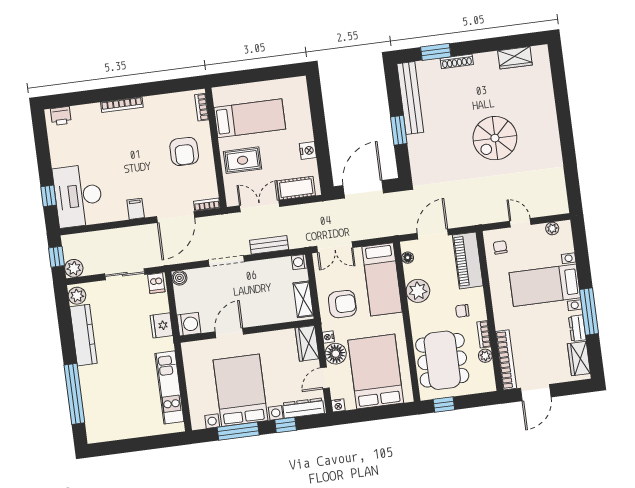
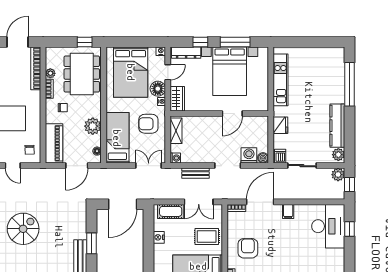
washing machine: (189, 324) -> (249, 155), moved, turned 90

